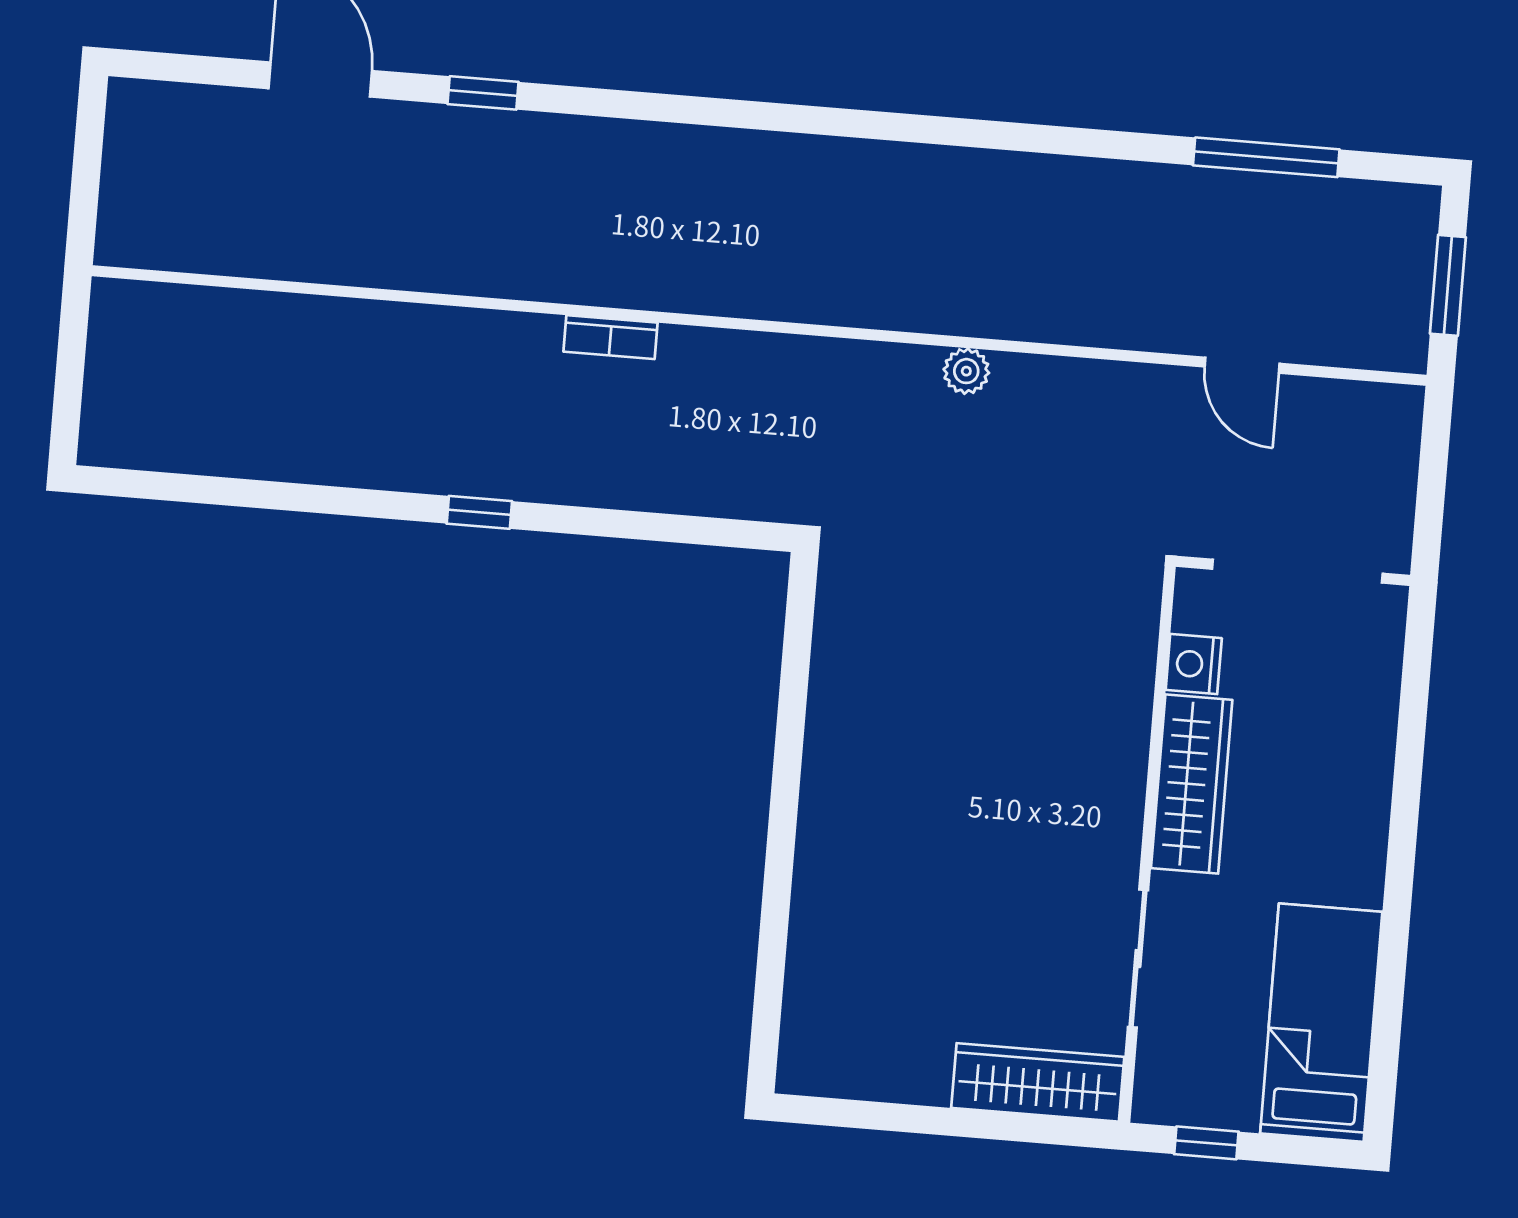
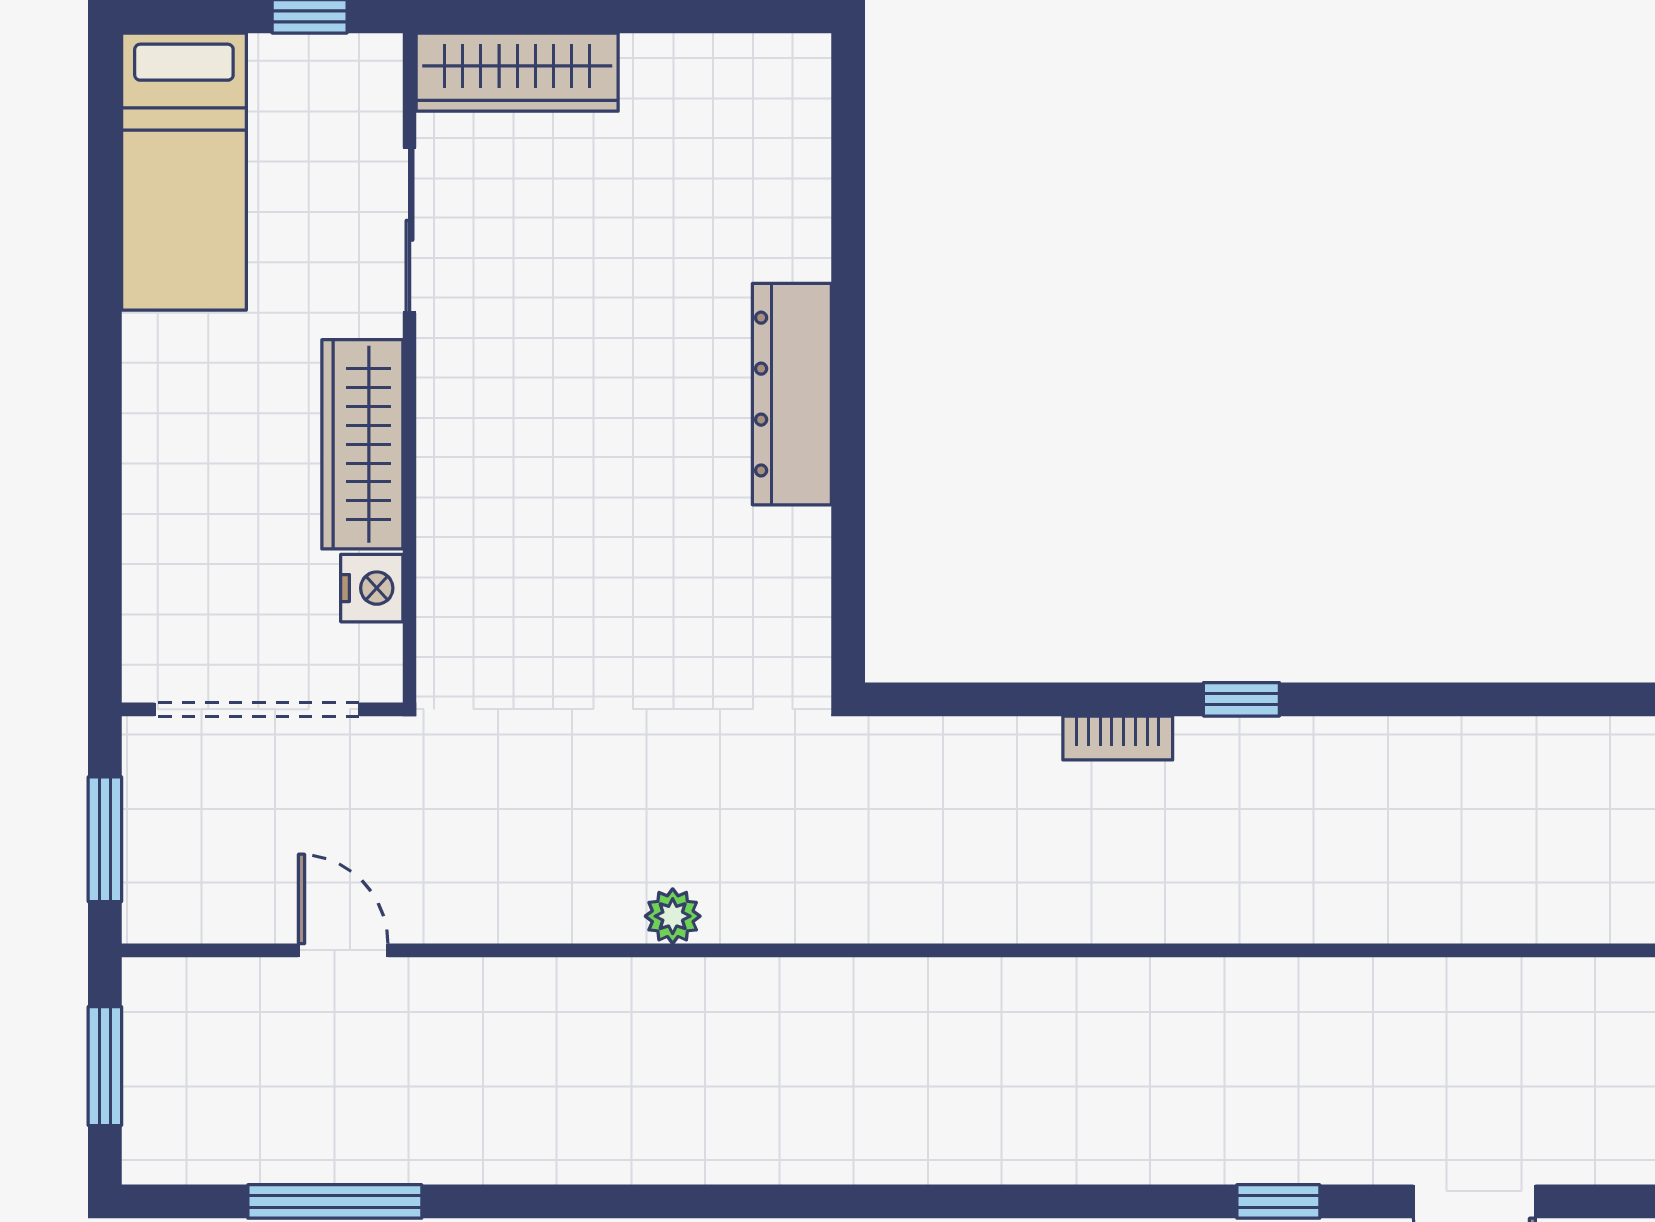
bookcase: (610, 337) -> (1118, 738), moved, turned 180
window: (1432, 474) -> (105, 839), added
dresser: (832, 796) -> (792, 394), added

